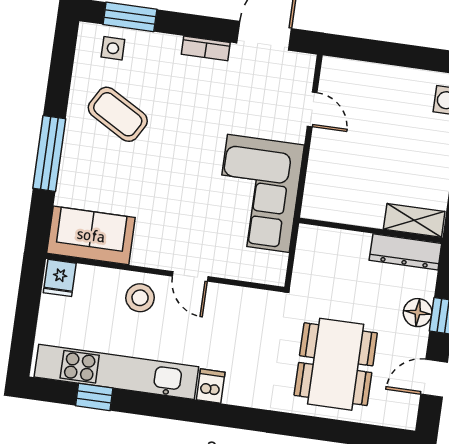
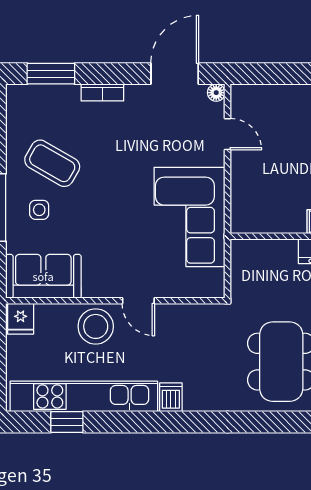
side table: (113, 48) -> (39, 210), moved
bookcase: (206, 48) -> (102, 92), moved
floor lamp: (306, 63) -> (216, 93), added
stool: (140, 298) -> (96, 326), width x1.38, depth x1.38

